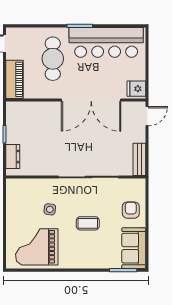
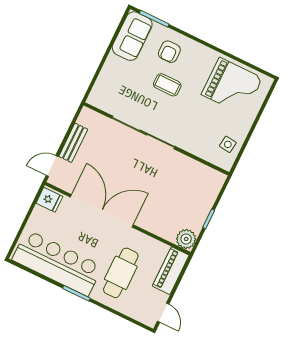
plant: (15, 110) -> (186, 239), added
dresser: (13, 157) -> (211, 192), removed
bench: (139, 159) -> (73, 143), moved
side table: (50, 209) -> (228, 144), moved
armchair: (131, 210) -> (169, 52), moved

